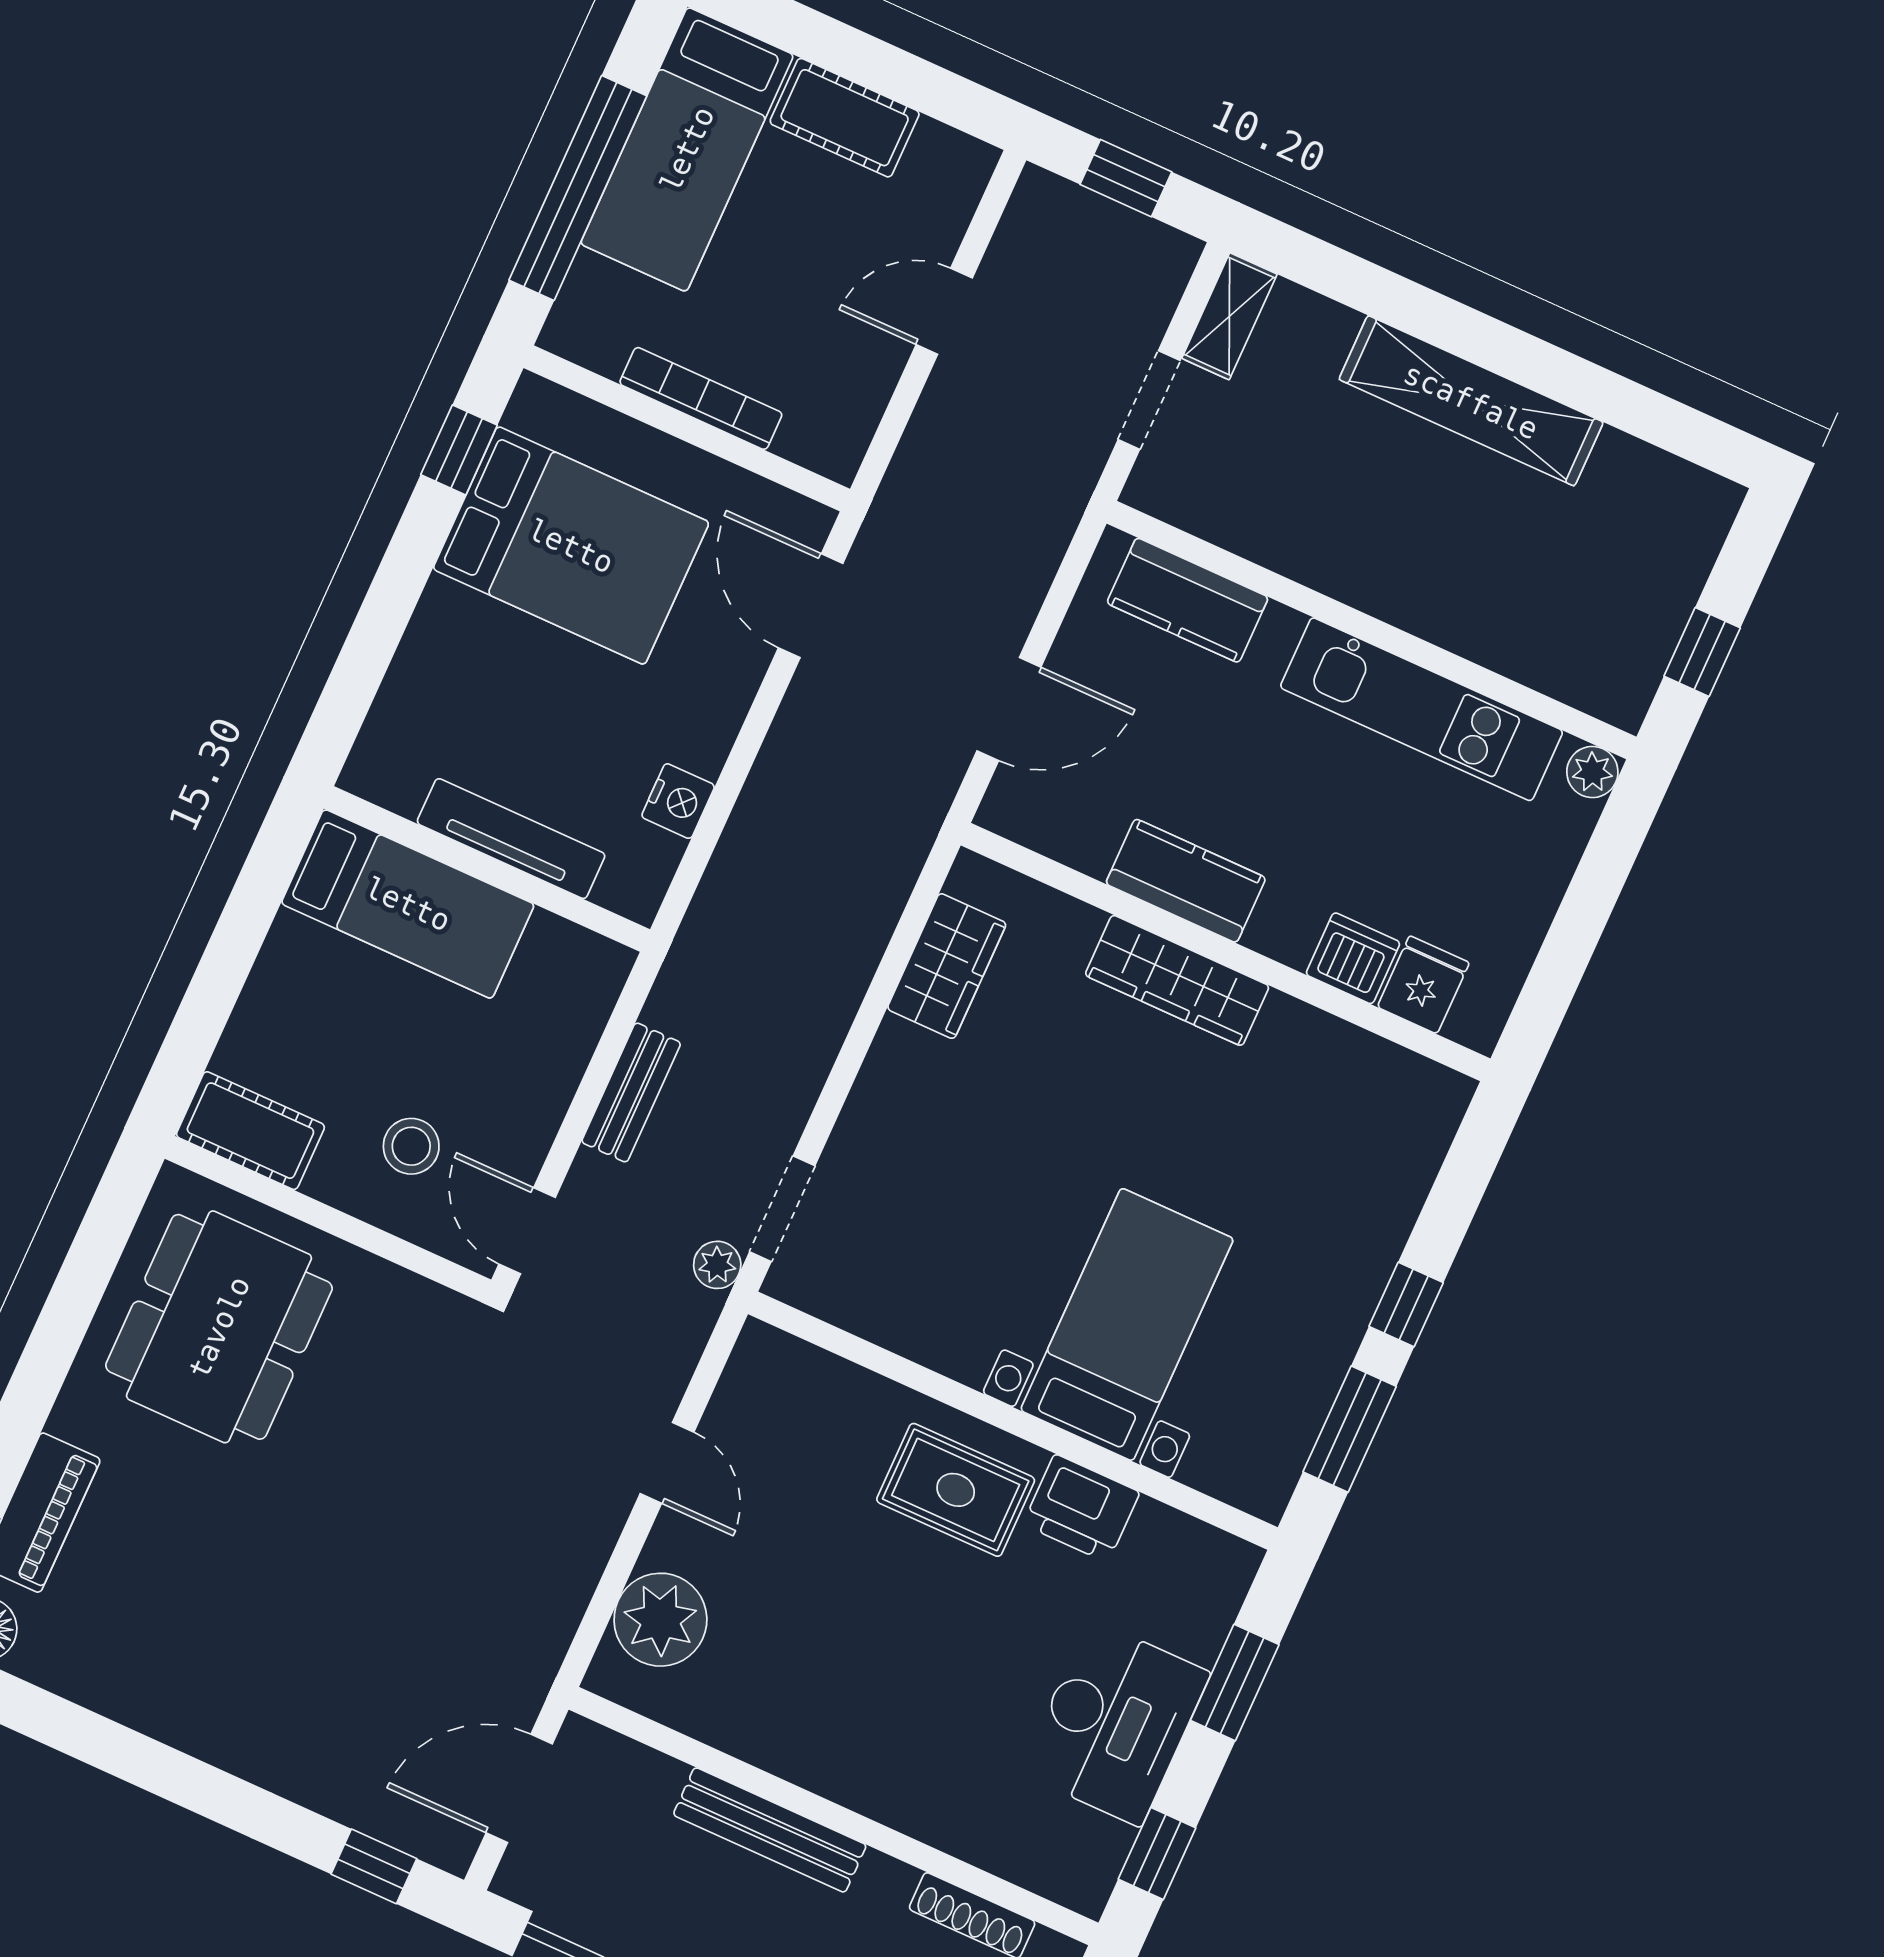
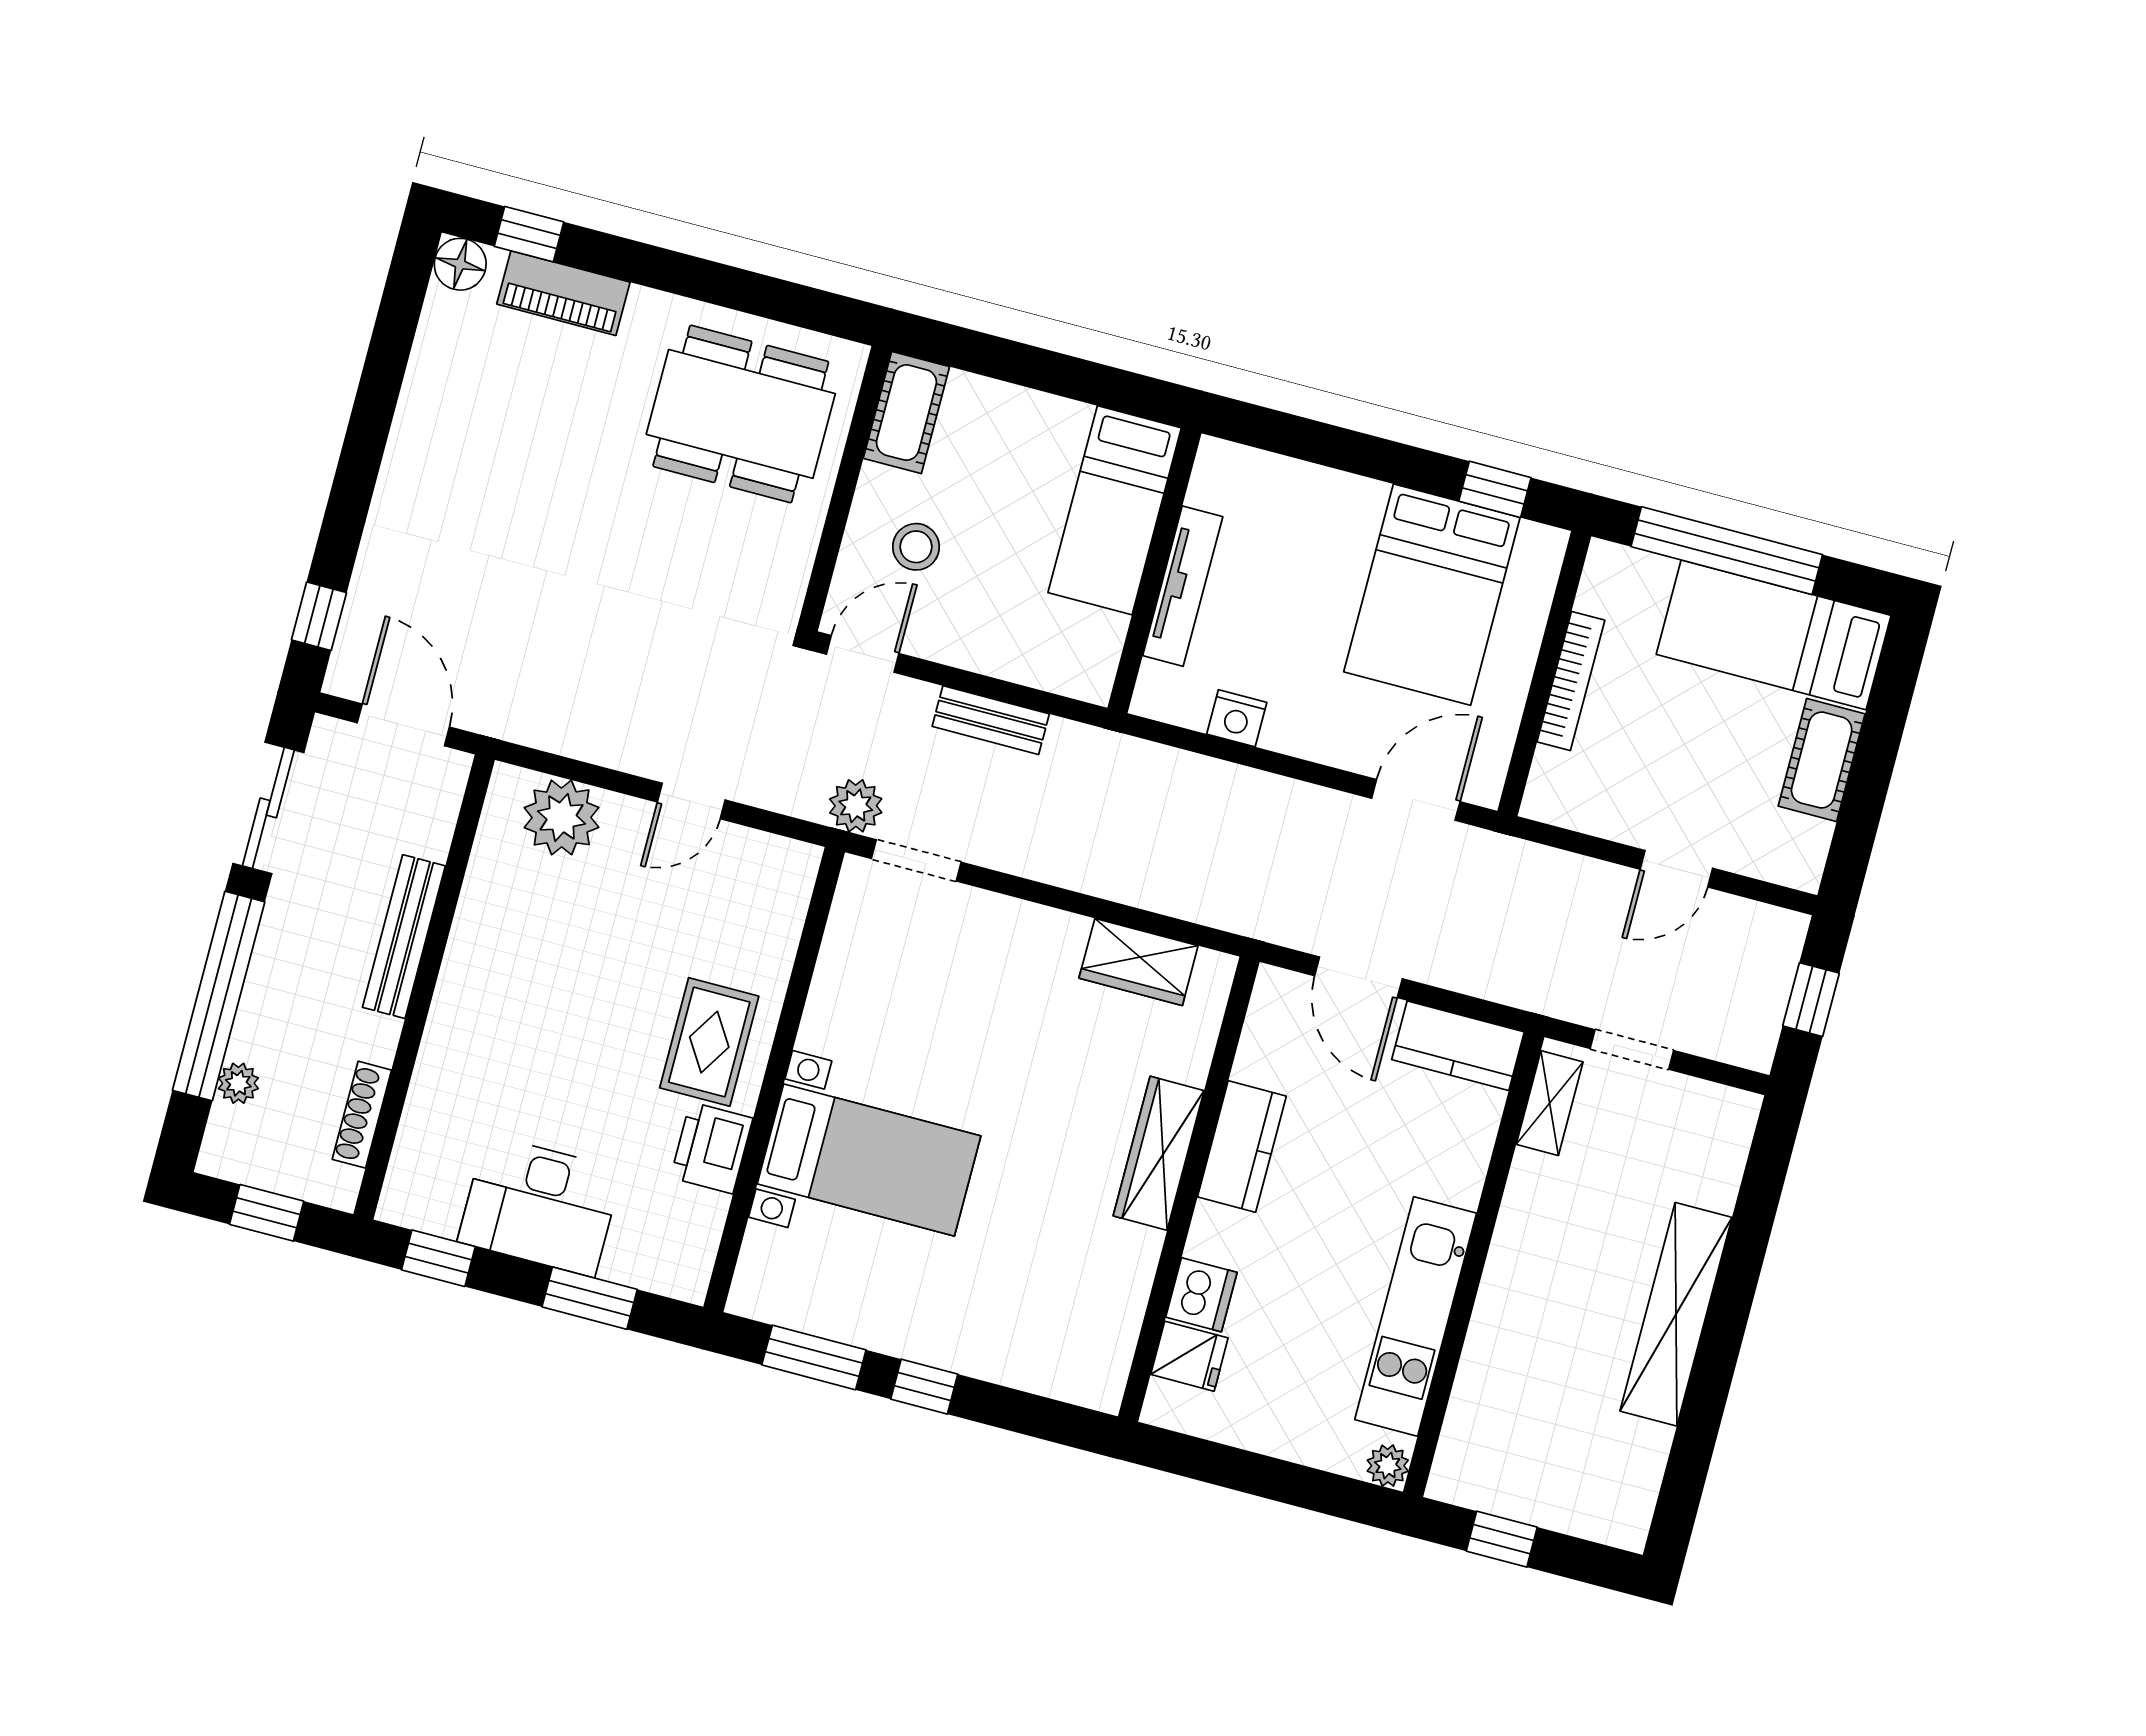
door: (944, 311) -> (1676, 869), swing flipped
shelving: (1229, 316) -> (1550, 1103), moved, turned 90
kitchen counter: (1188, 600) -> (1458, 1046), moved, turned -90
plant: (717, 1265) -> (856, 806), width x1.38, depth x1.38

